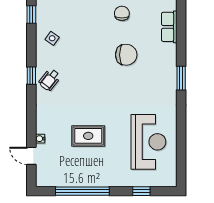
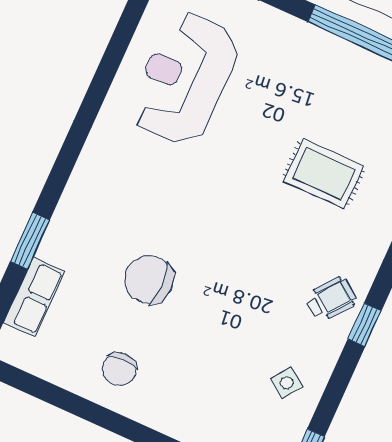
window: (181, 78) -> (30, 241), moved
rug: (88, 136) -> (324, 174), moved

